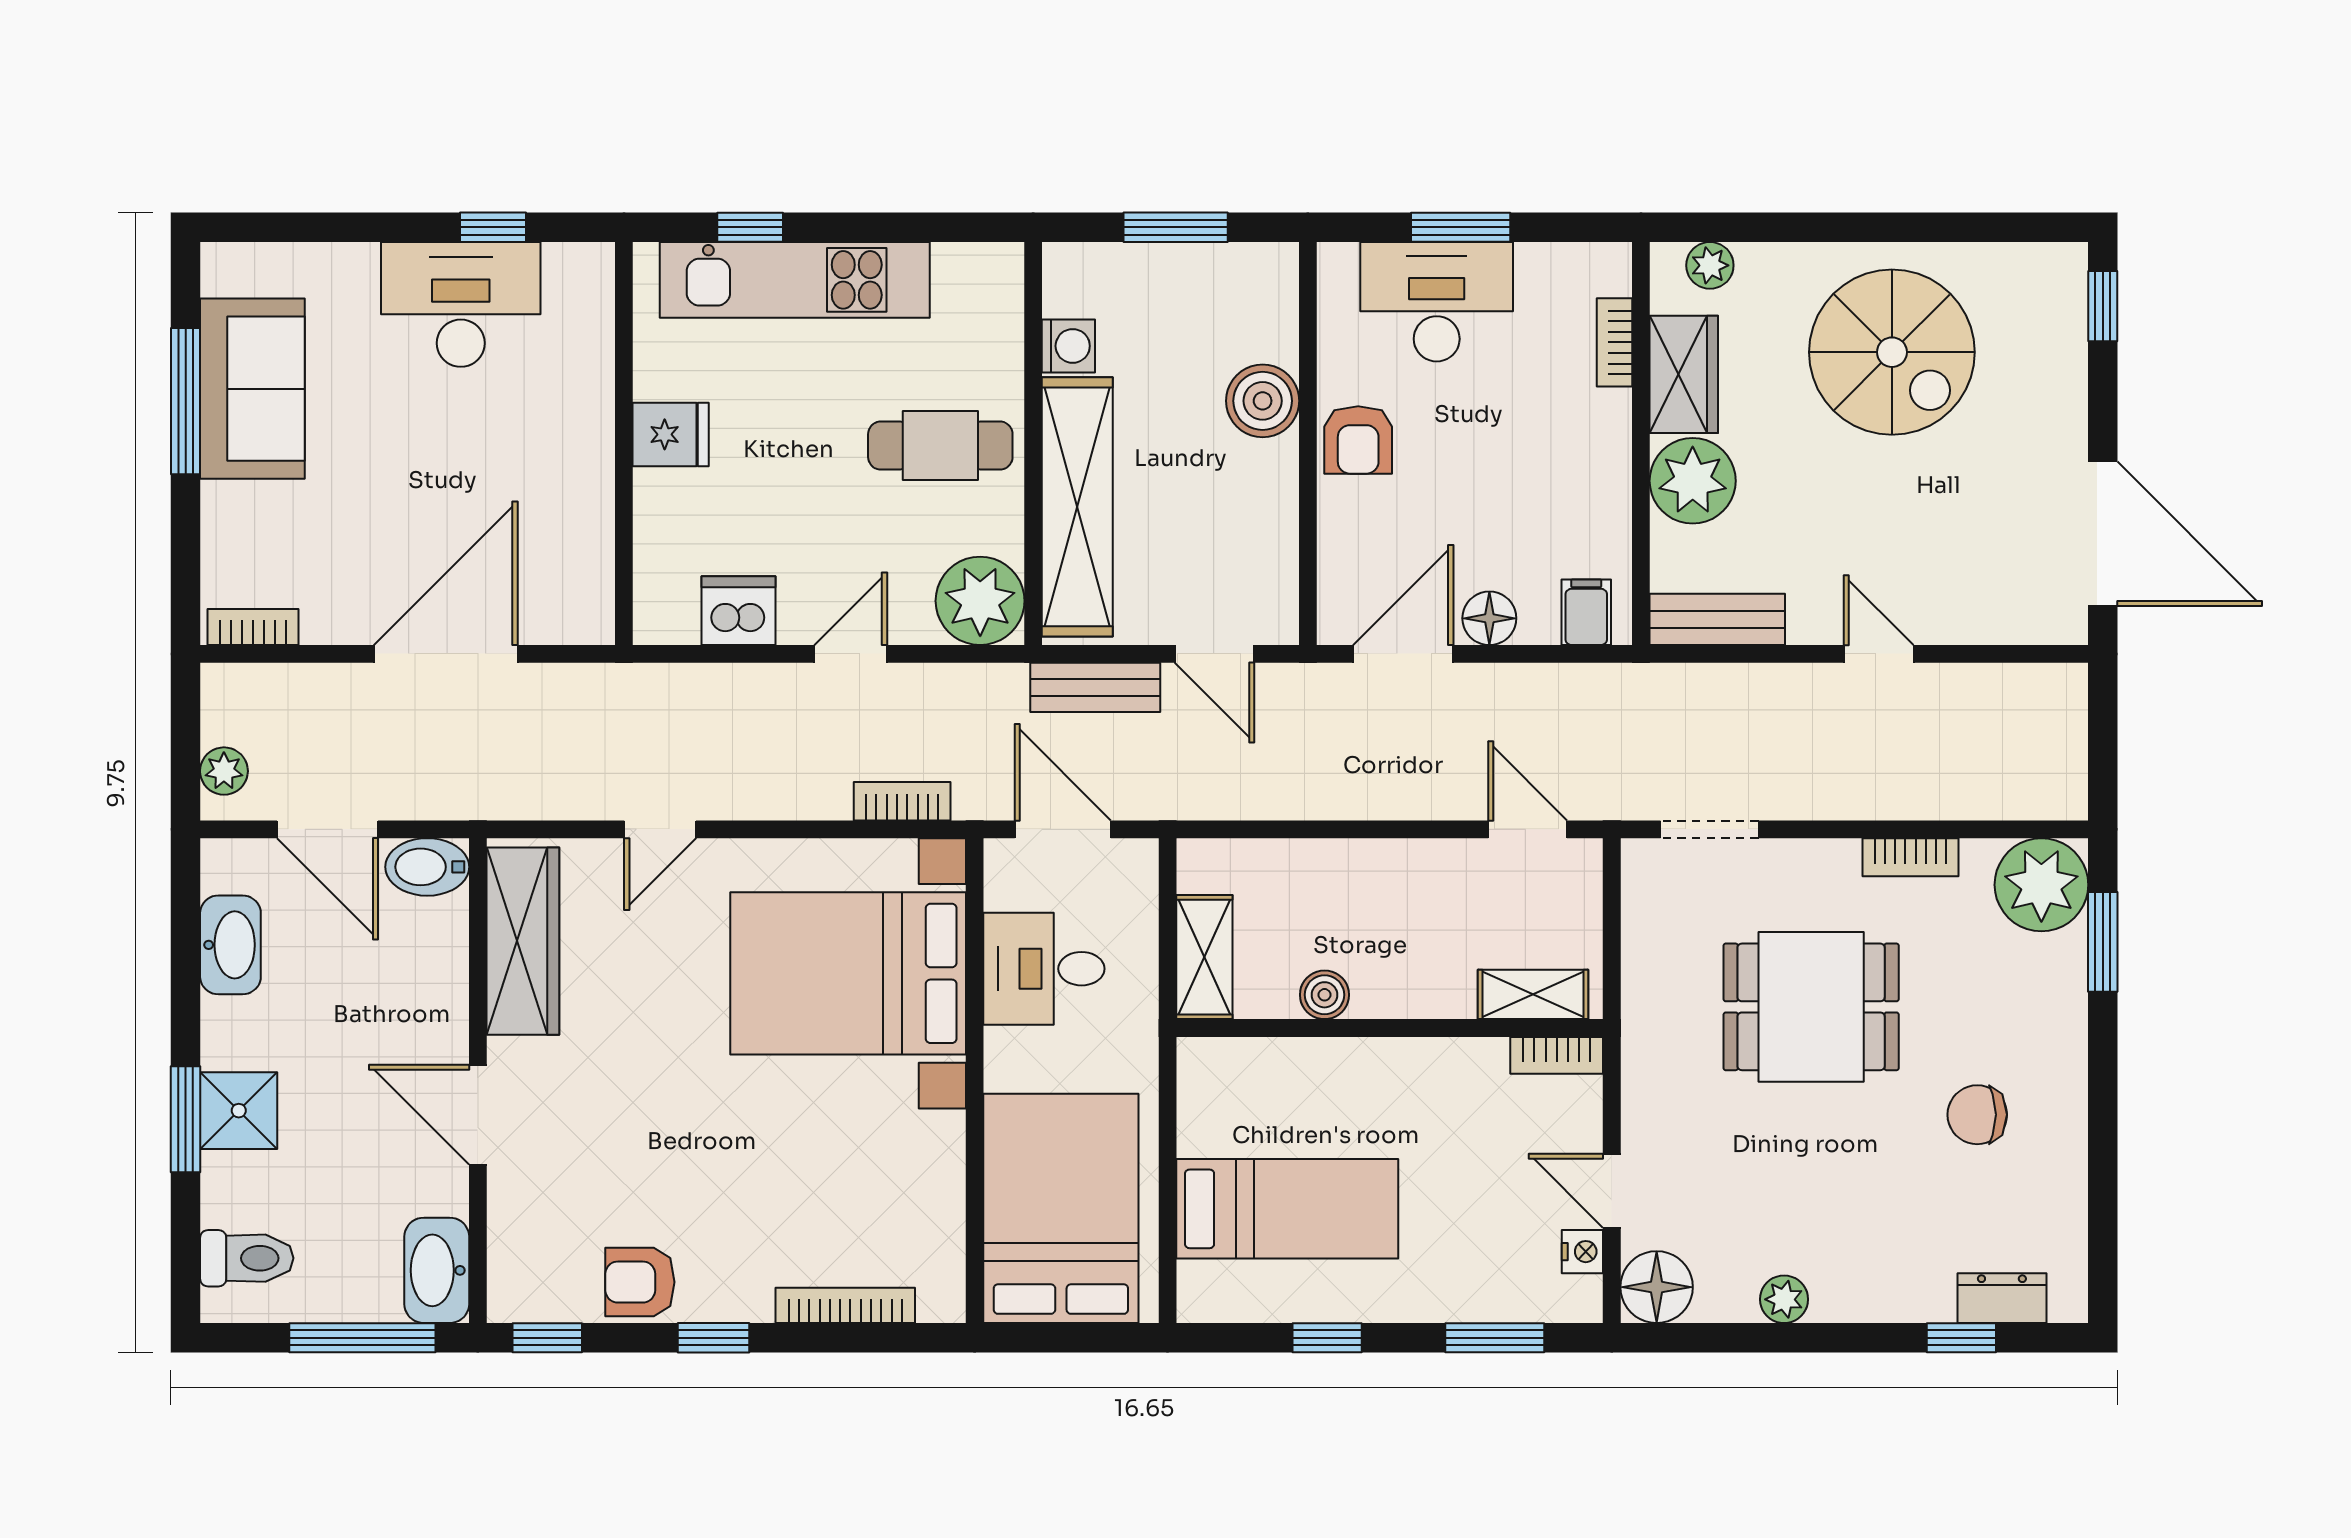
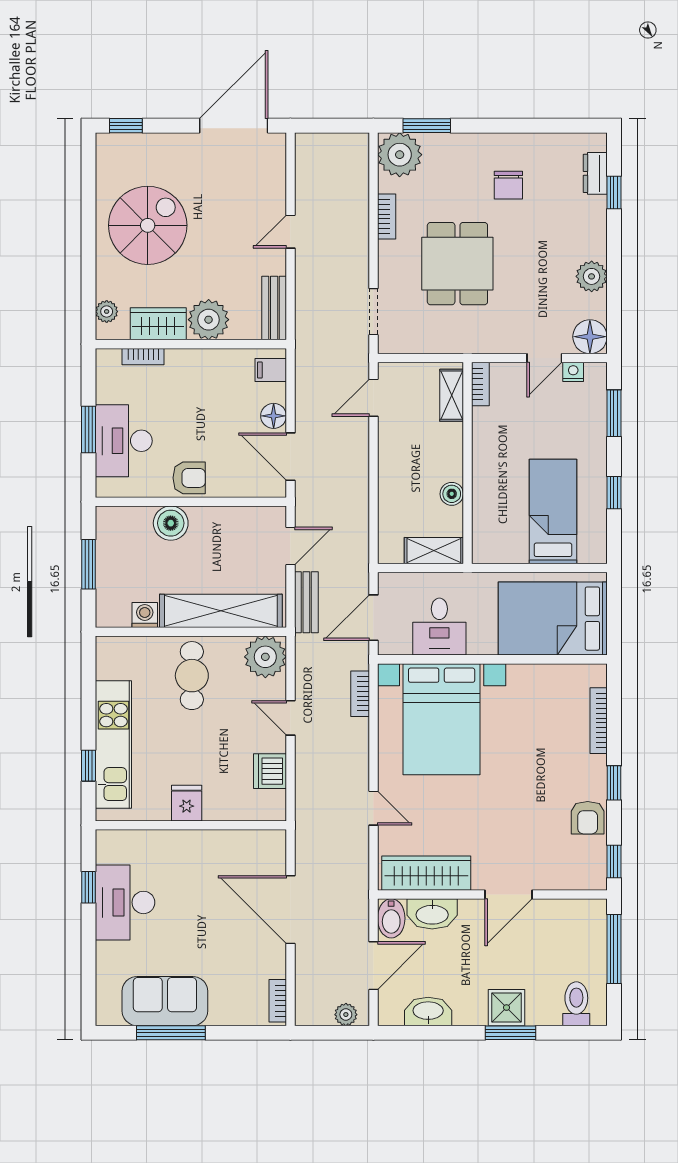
washbasin: (437, 1270) -> (432, 914), moved
plant: (1784, 1299) -> (592, 276), width x1.38, depth x1.38

